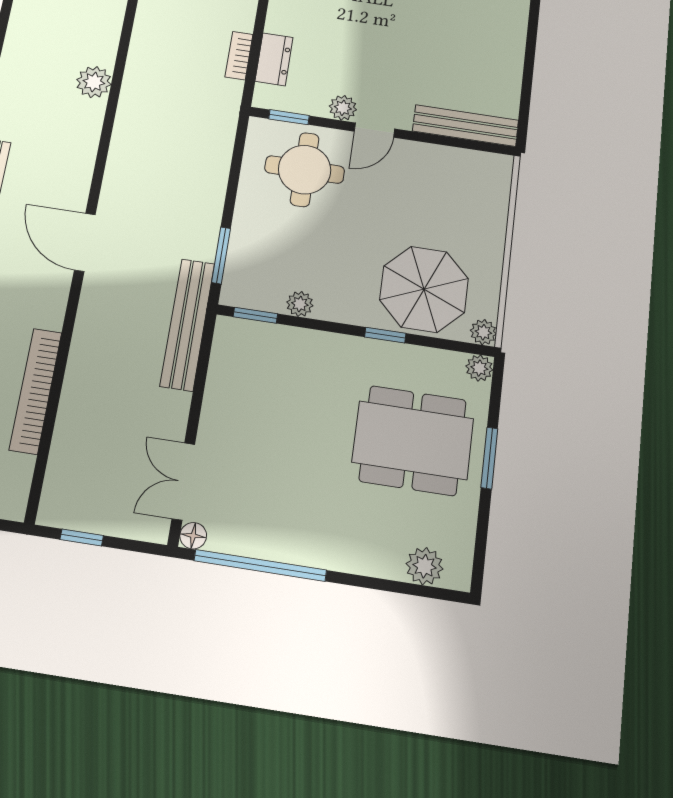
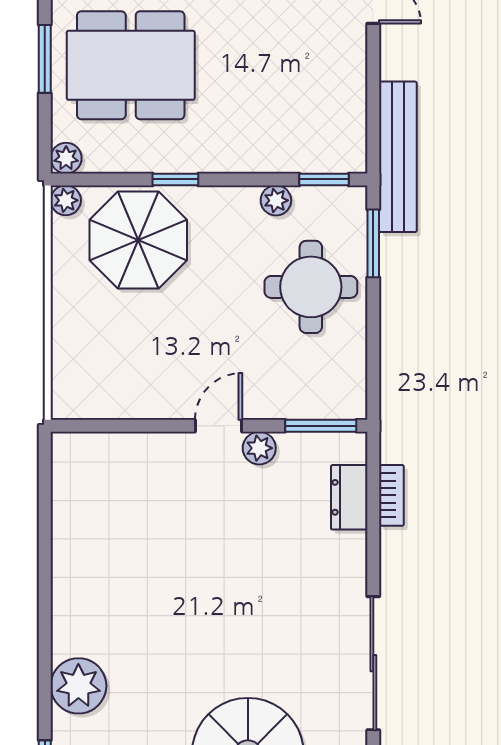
window: (289, 117) -> (321, 426), width x1.50
bench: (466, 126) -> (112, 449), removed
round table: (305, 170) -> (311, 287), moved

